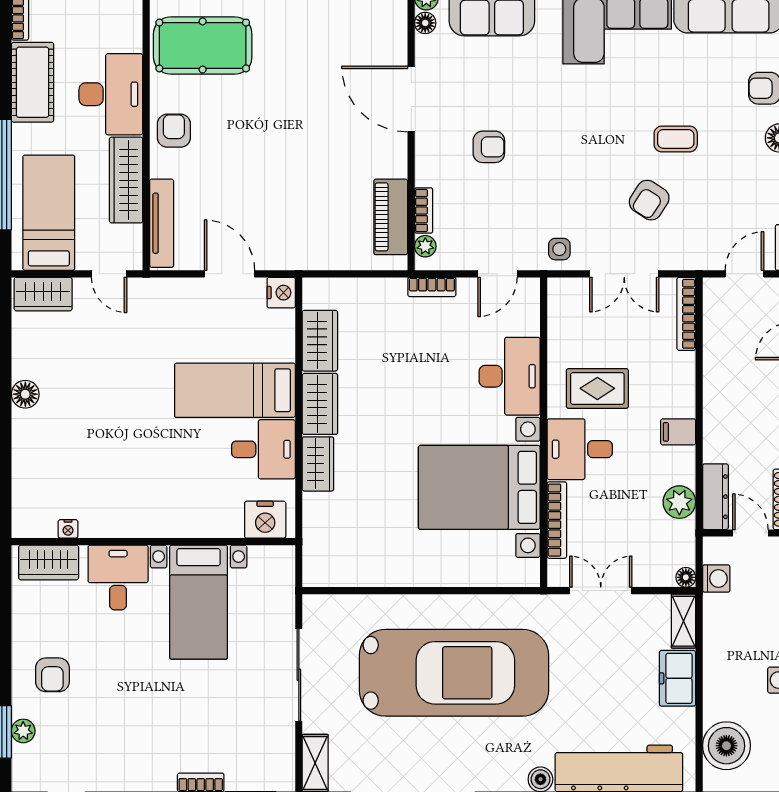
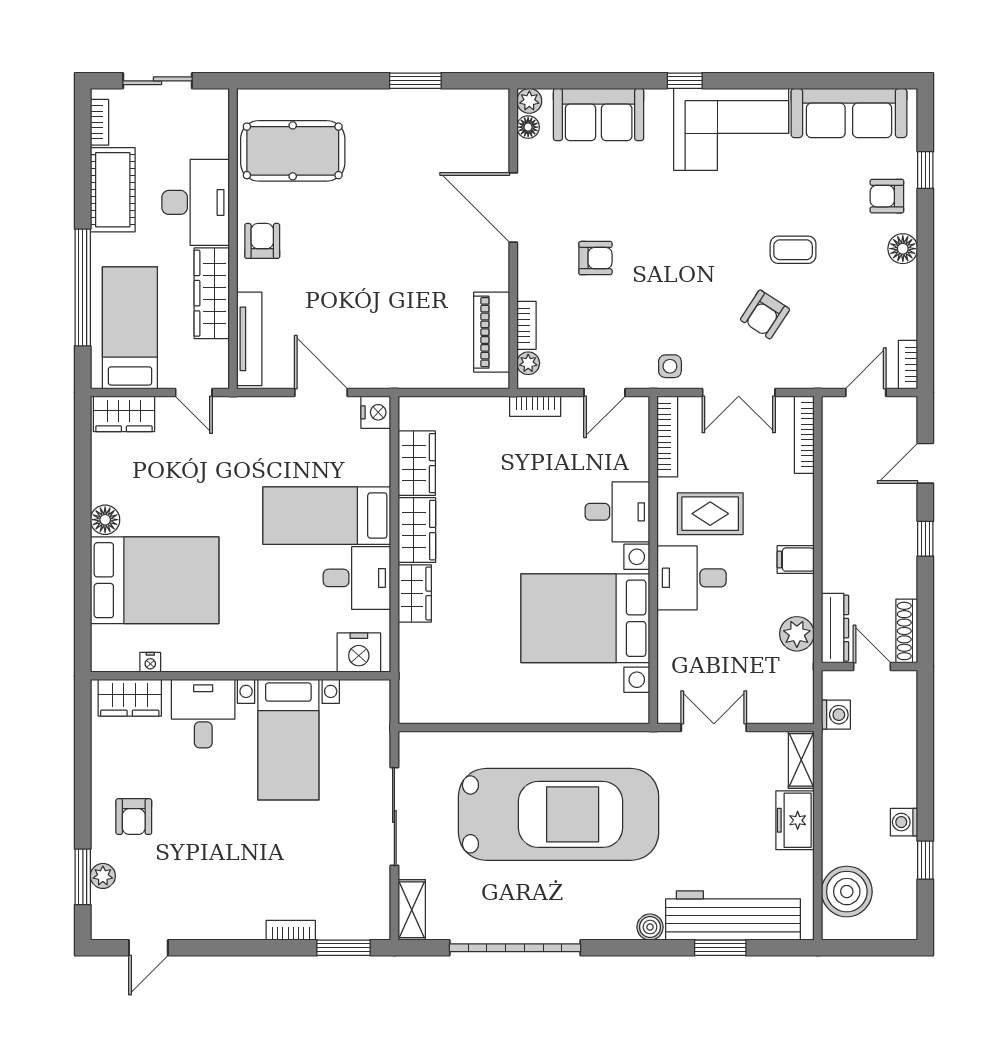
desk: (510, 376) -> (617, 512), width x0.73
bed: (72, 451) -> (155, 580), added
bookcase: (557, 520) -> (667, 436), moved
floor lamp: (686, 577) -> (804, 713), removed

